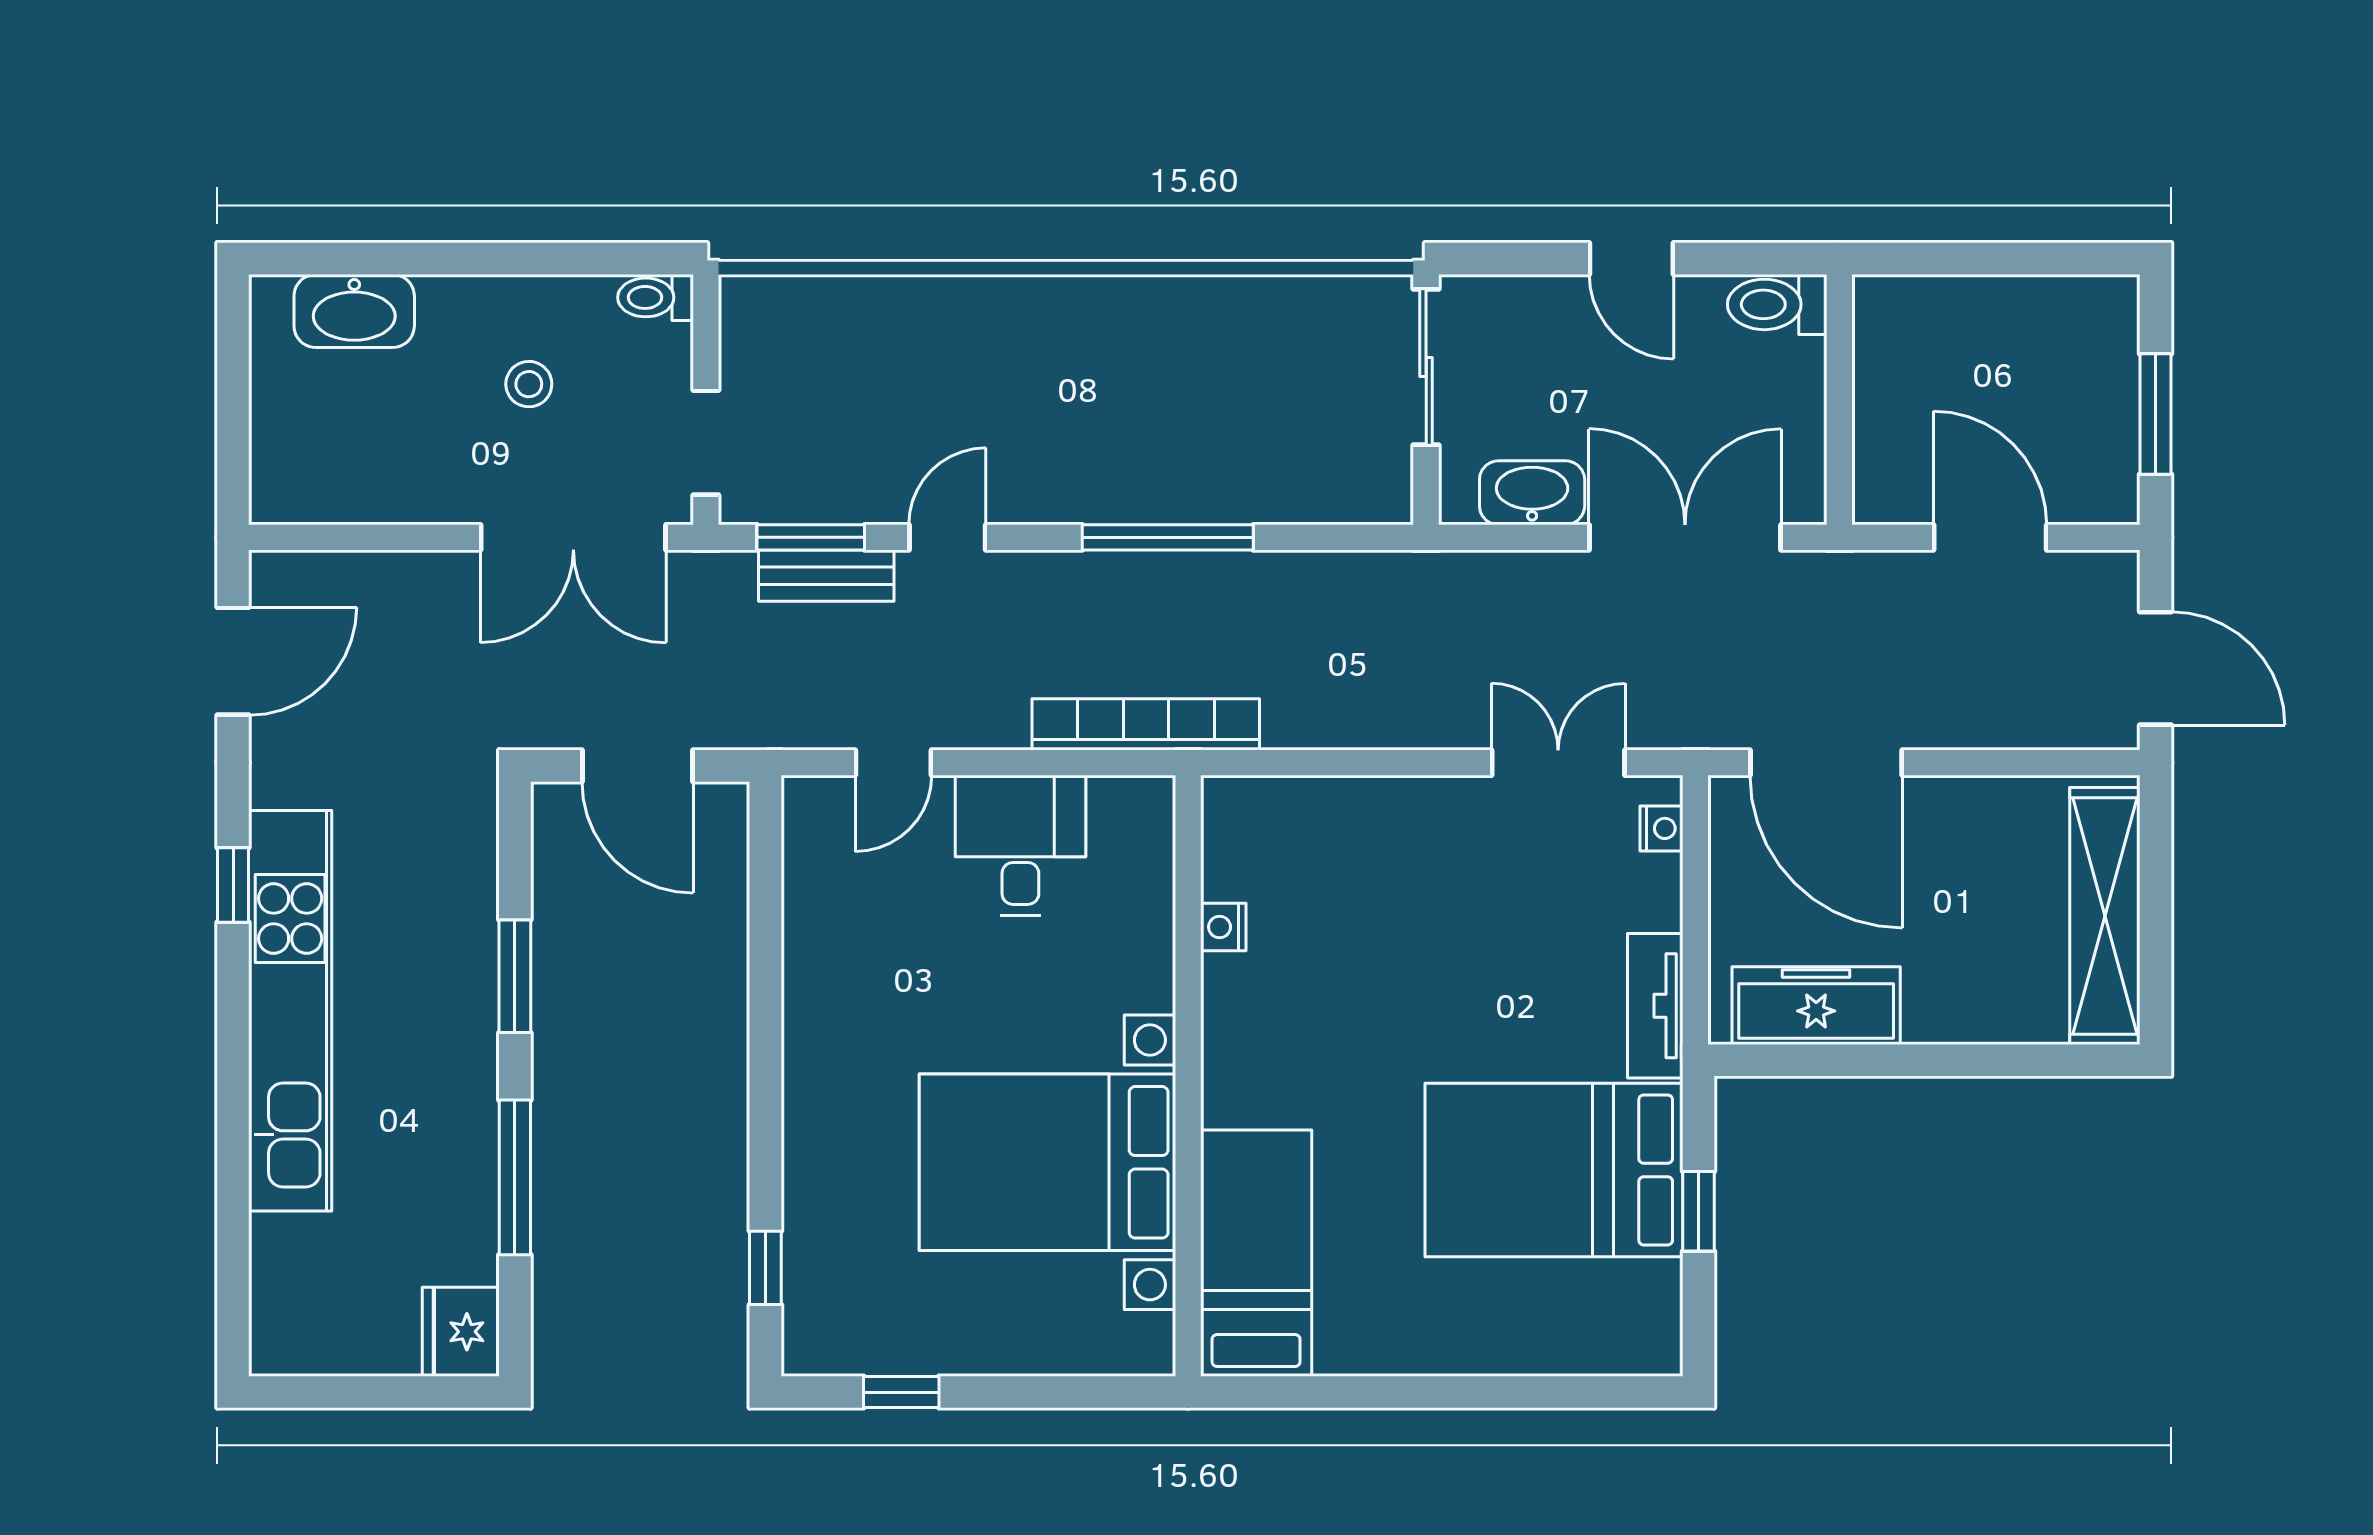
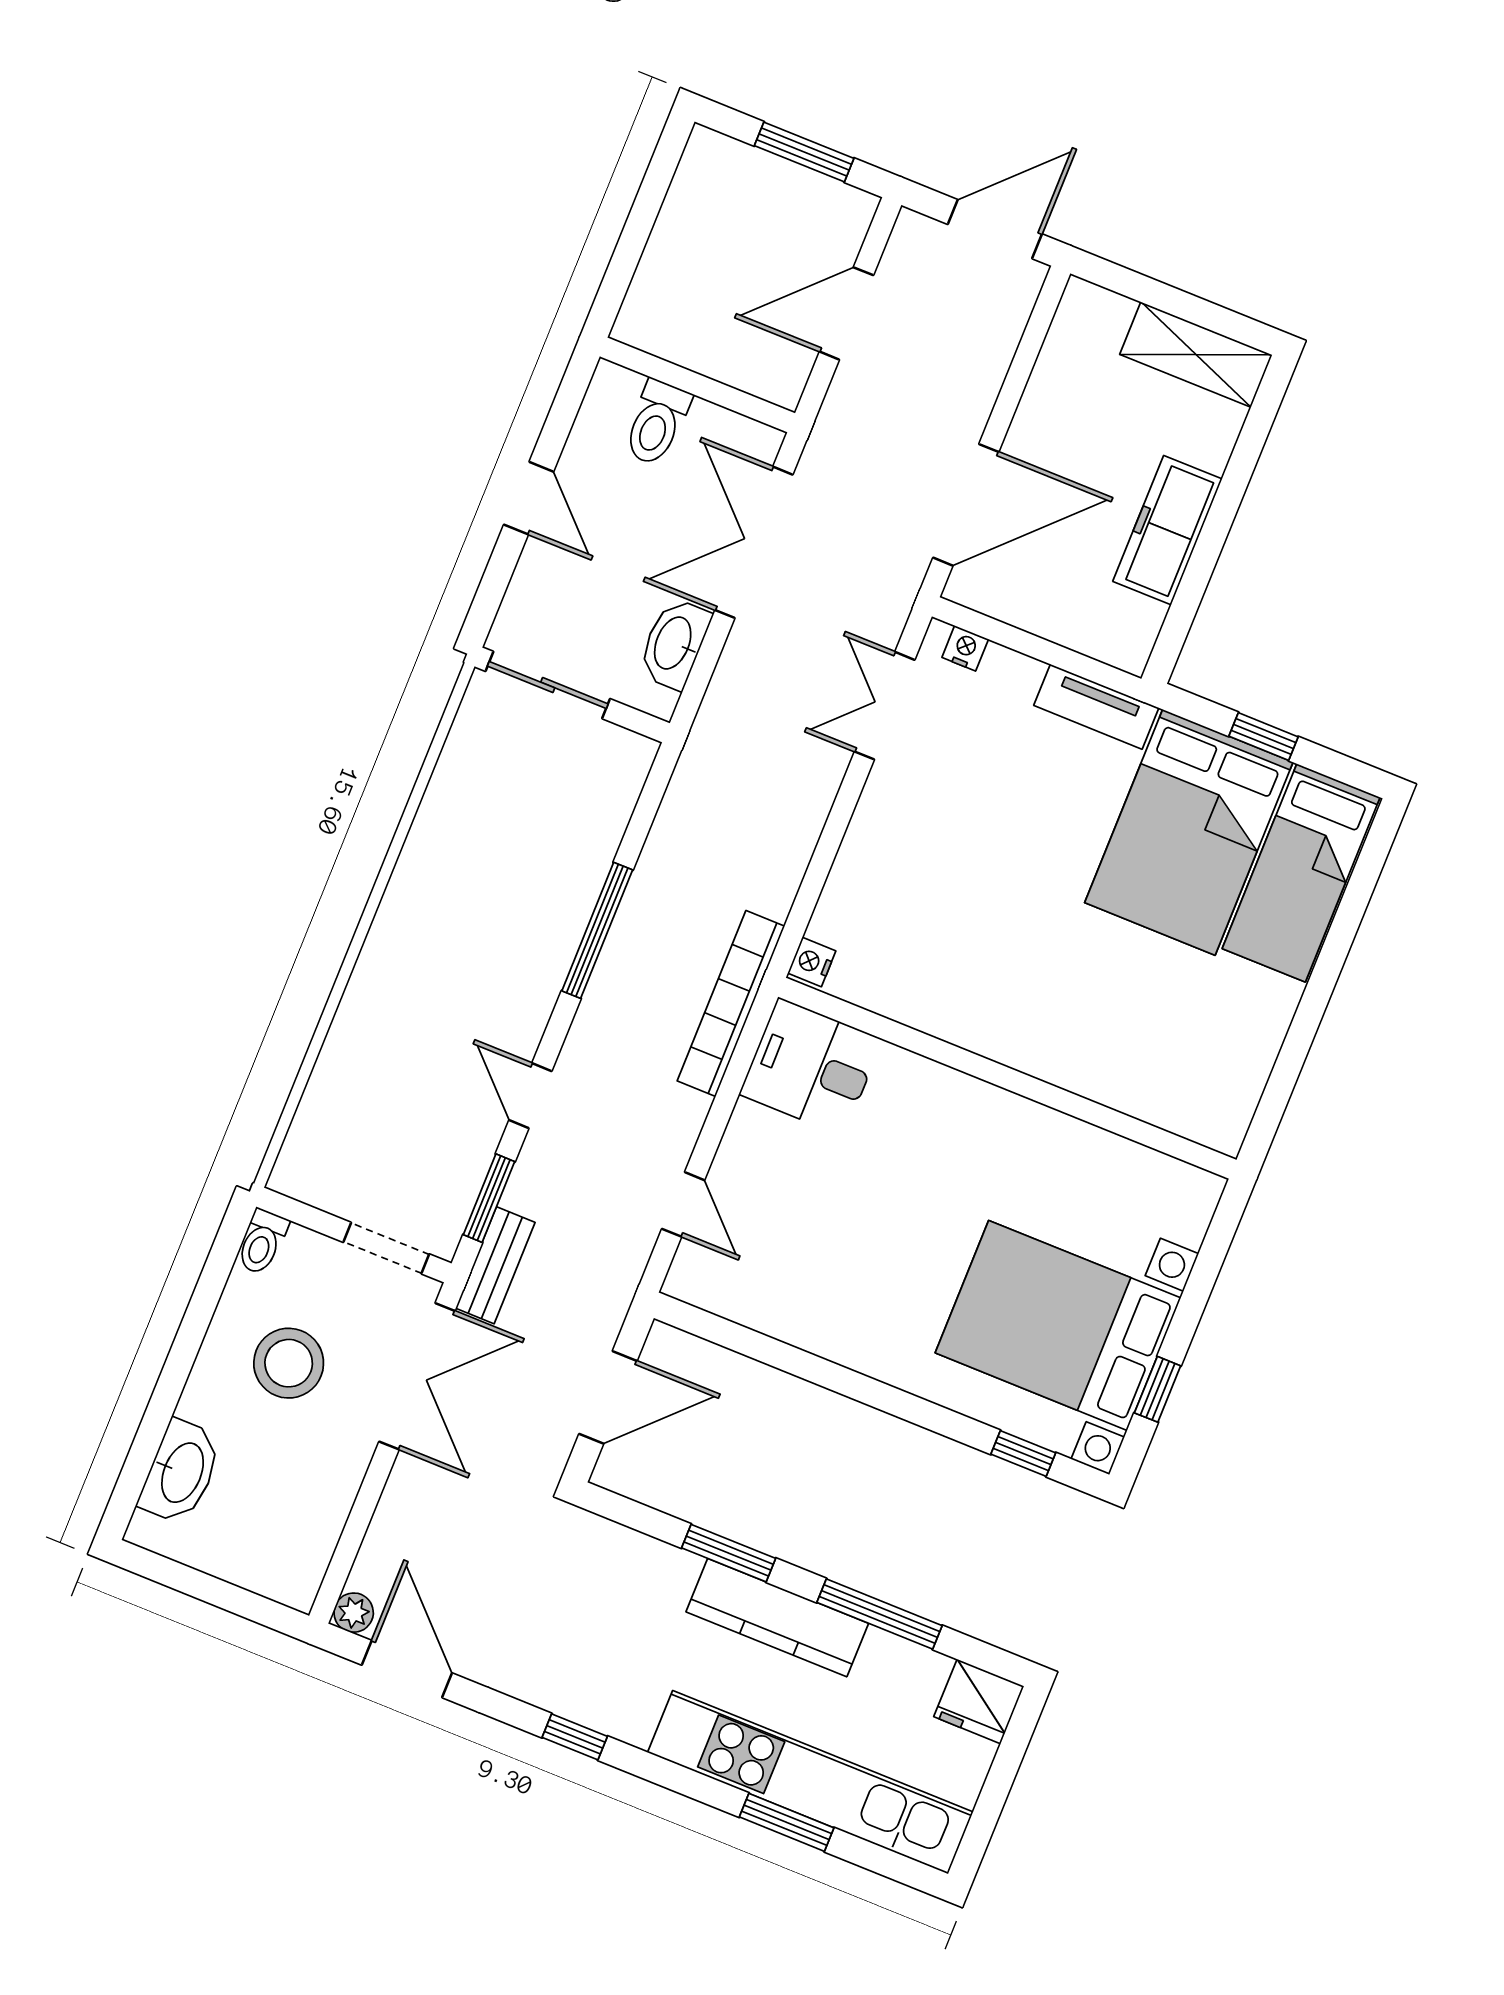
door: (1631, 259) -> (529, 498), hinge flipped
toilet: (1777, 304) -> (657, 423), moved
stool: (529, 384) -> (289, 1363), width x1.89, depth x1.89
plant: (273, 574) -> (354, 1613), added
bench: (826, 576) -> (495, 1265), moved
desk: (1020, 846) -> (811, 1067), moved
shelving: (2105, 916) -> (1196, 355), width x0.68
nightstand: (1223, 927) -> (812, 962), moved, turned 90
freezer: (1816, 1006) -> (1167, 530), moved
kitchen unit: (290, 1011) -> (810, 1782), moved
kitchen counter: (463, 1062) -> (777, 1618), added
bed with nightstands: (1047, 1162) -> (1058, 1325), moved, turned 90
window: (233, 1167) -> (787, 1822), added
bed: (1256, 1253) -> (1301, 873), moved, turned -90

